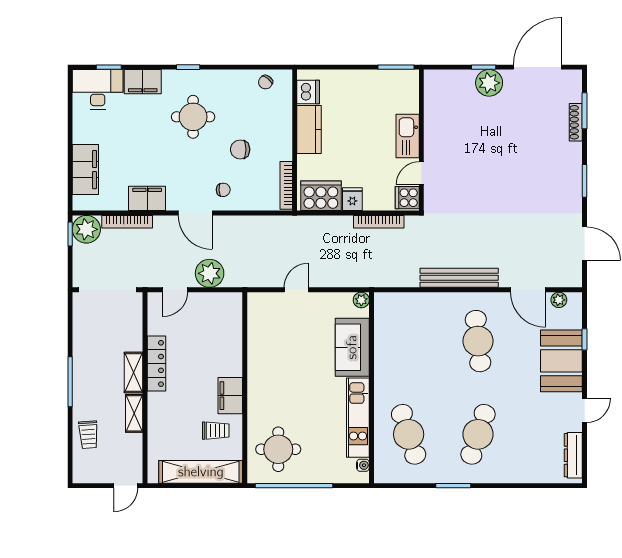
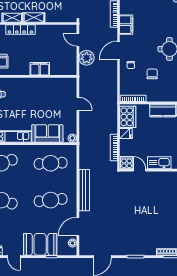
cafe table: (409, 341) -> (51, 163), added
locker: (156, 363) -> (20, 30), moved
filing cabinet: (230, 396) -> (40, 69), moved

